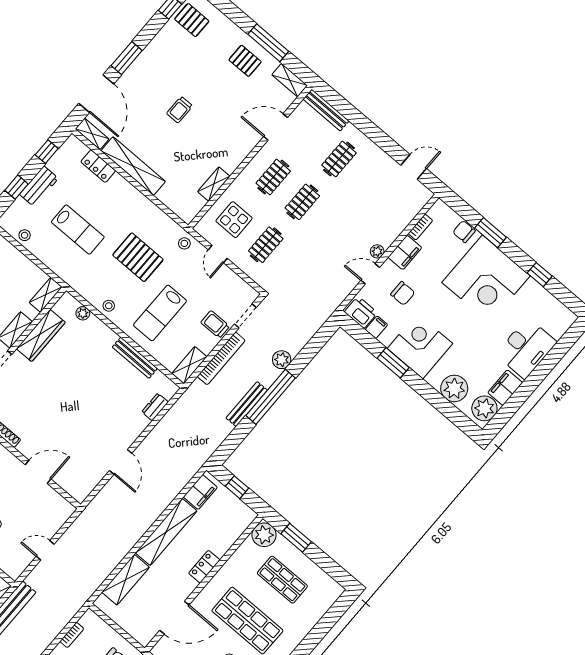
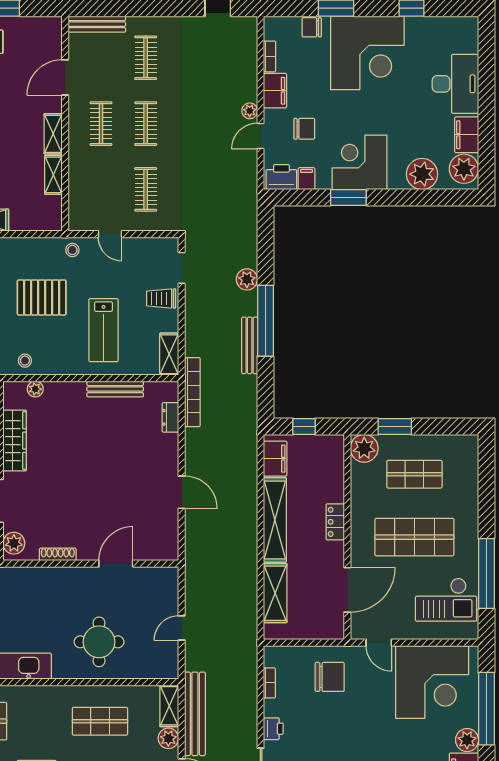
shelving: (290, 80) -> (53, 134), moved, turned 90
display table: (234, 220) -> (98, 191), removed
stool: (109, 306) -> (25, 361), moved
bookcase: (221, 358) -> (192, 392), moved

